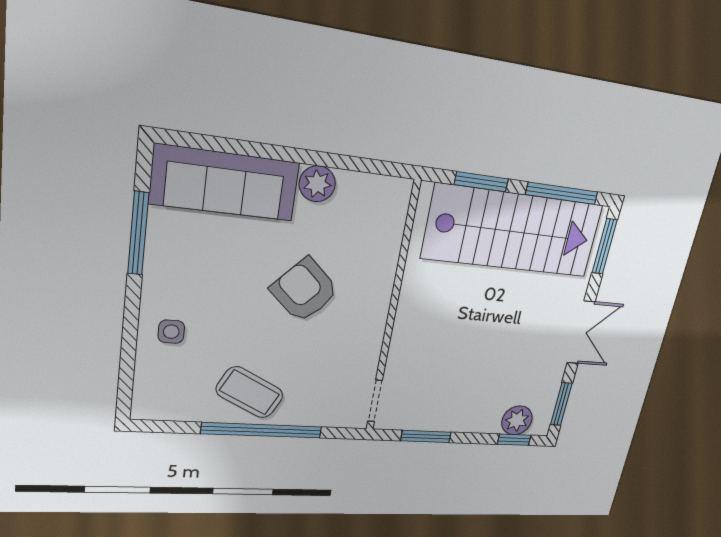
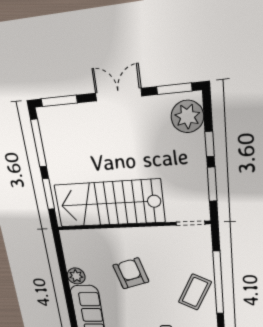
stairs: (513, 231) -> (109, 204), moved, turned -90
armchair: (304, 290) -> (131, 273), turned 121
plant: (517, 420) -> (187, 117), width x1.36, depth x1.36
window: (514, 440) -> (210, 144), moved

